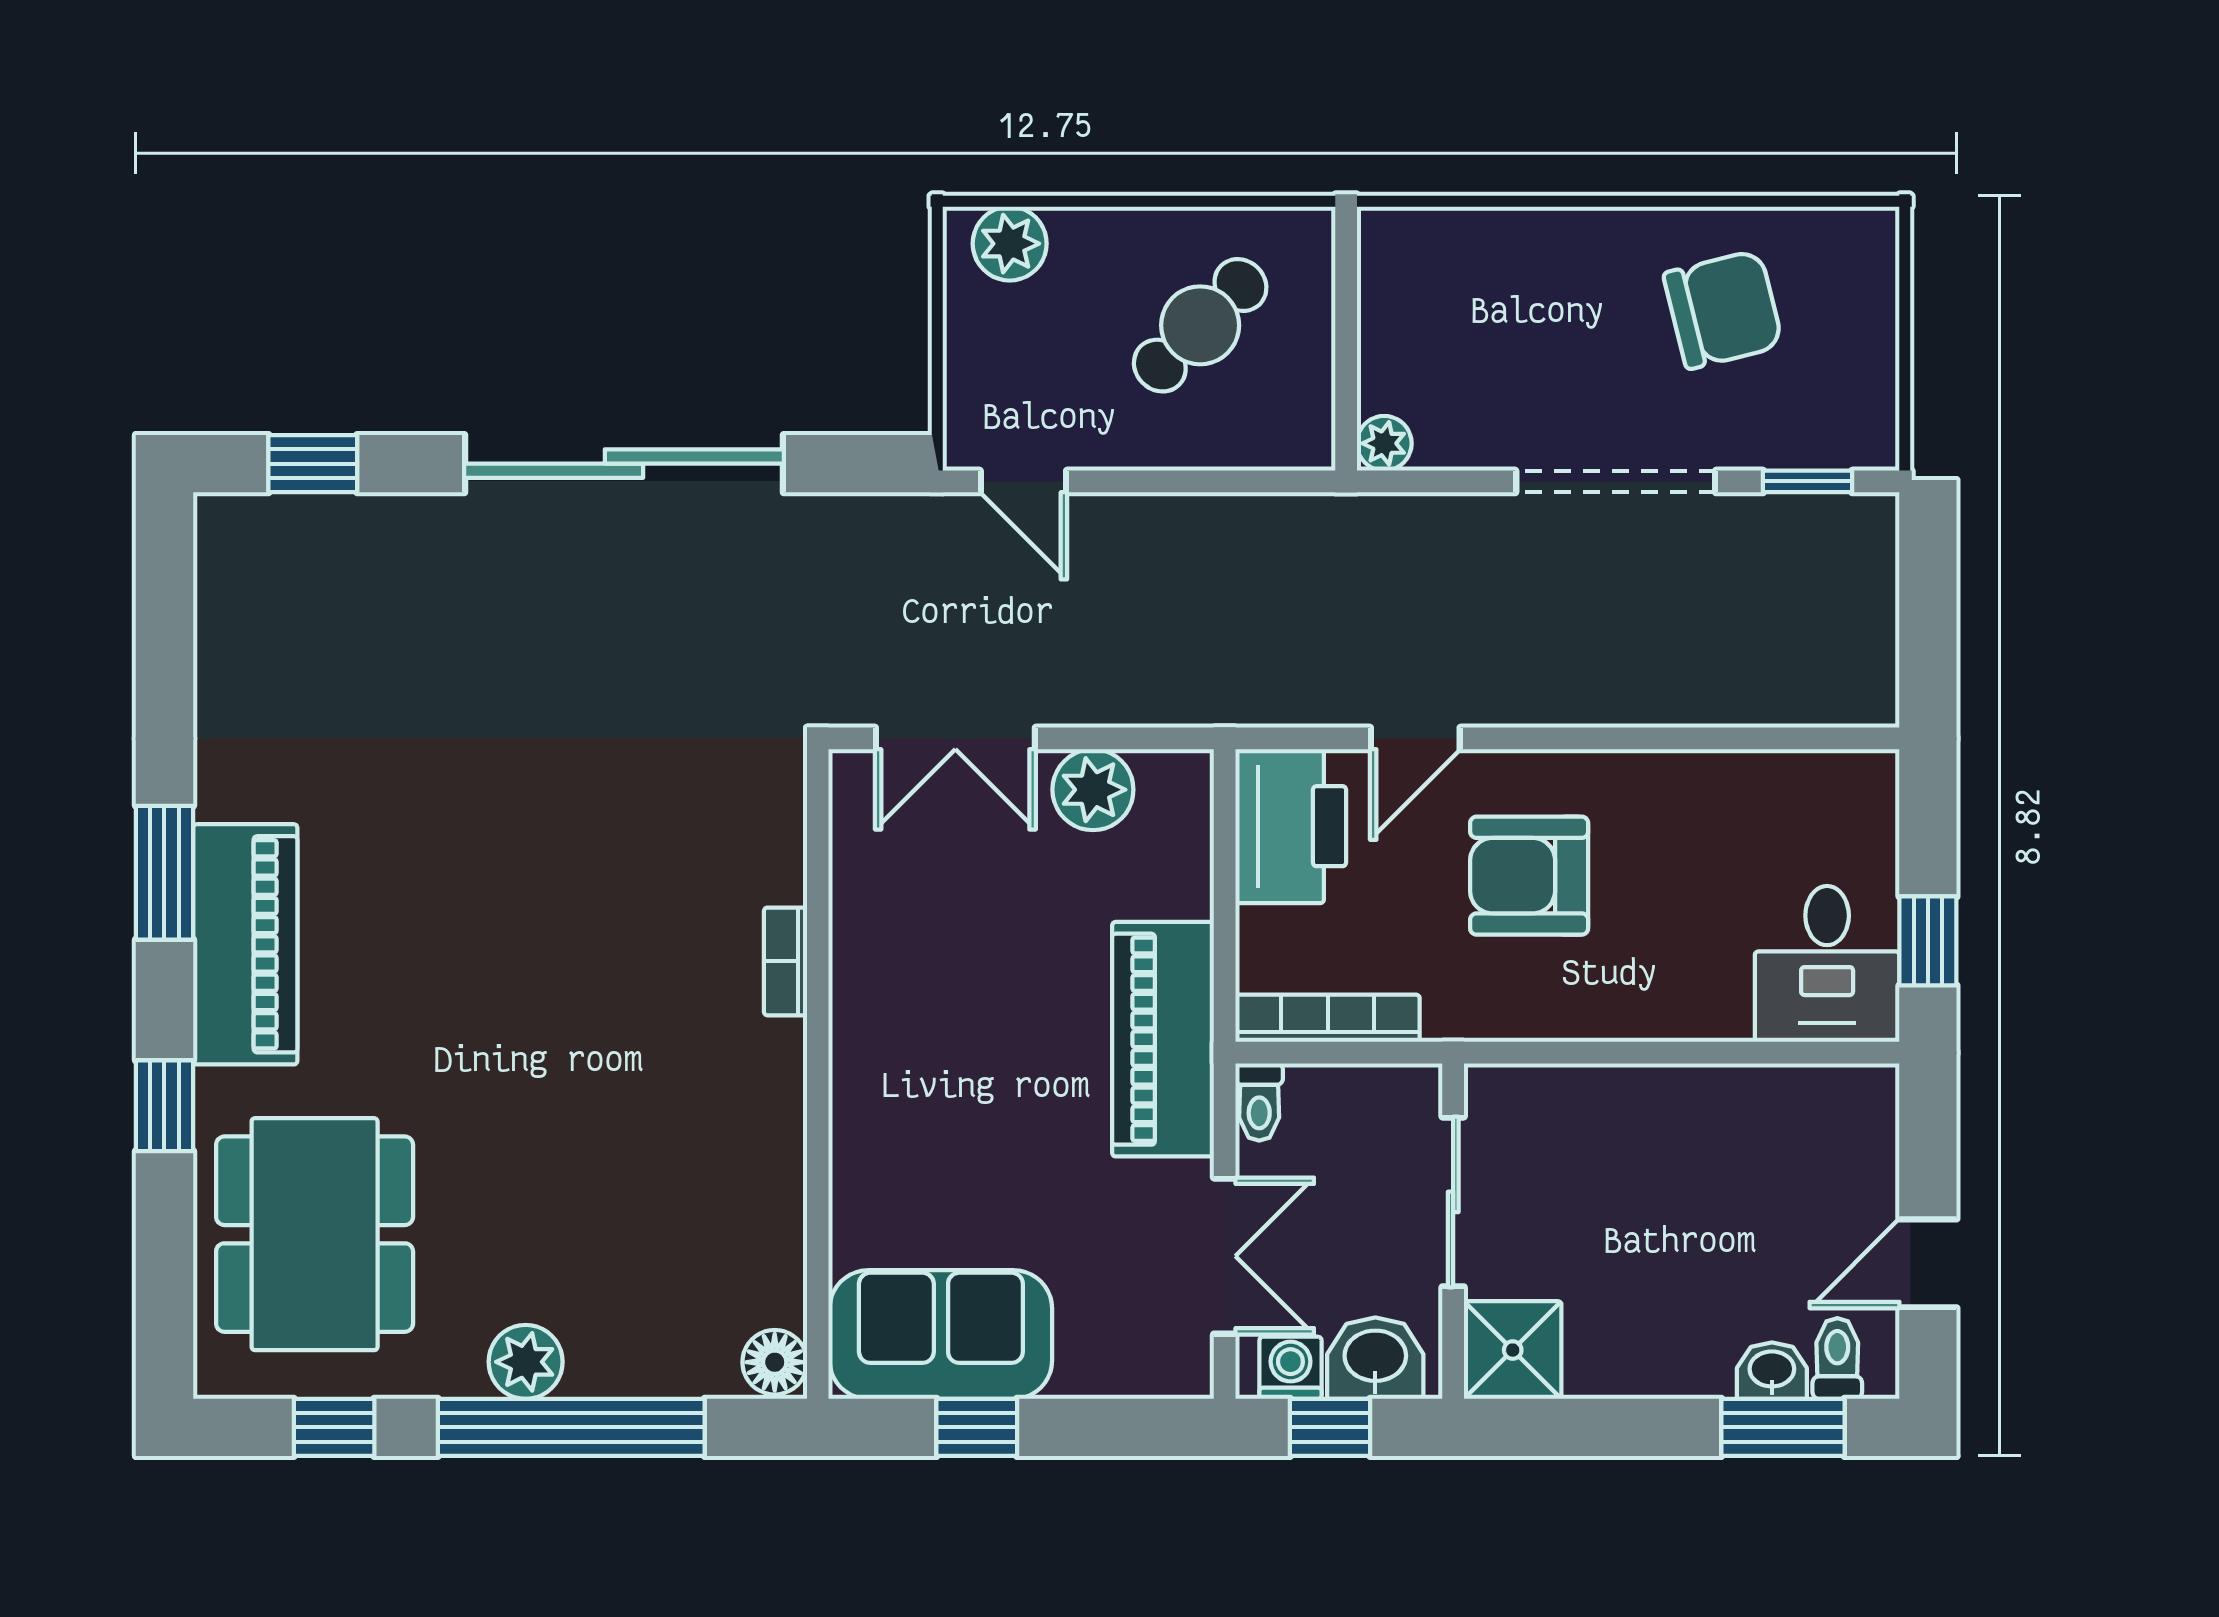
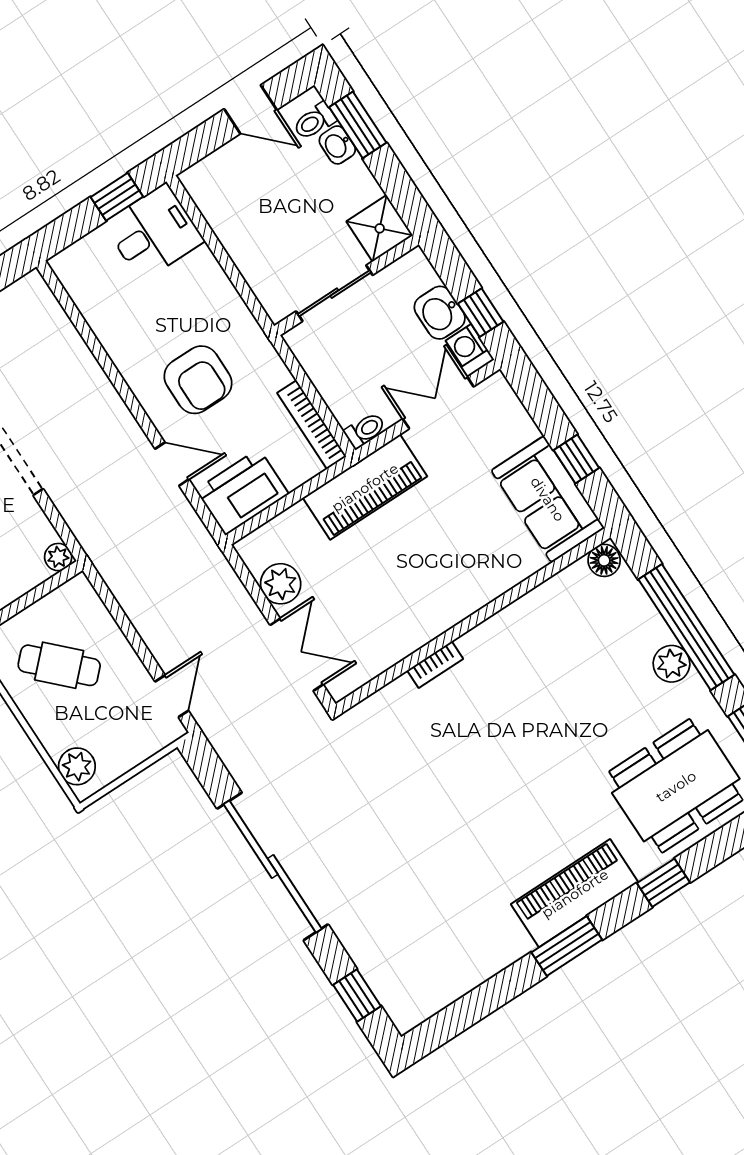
sliding door: (1453, 1202) -> (334, 293), moved
wall: (1453, 1231) -> (346, 285), moved
shower: (1513, 1350) -> (380, 228), moved

